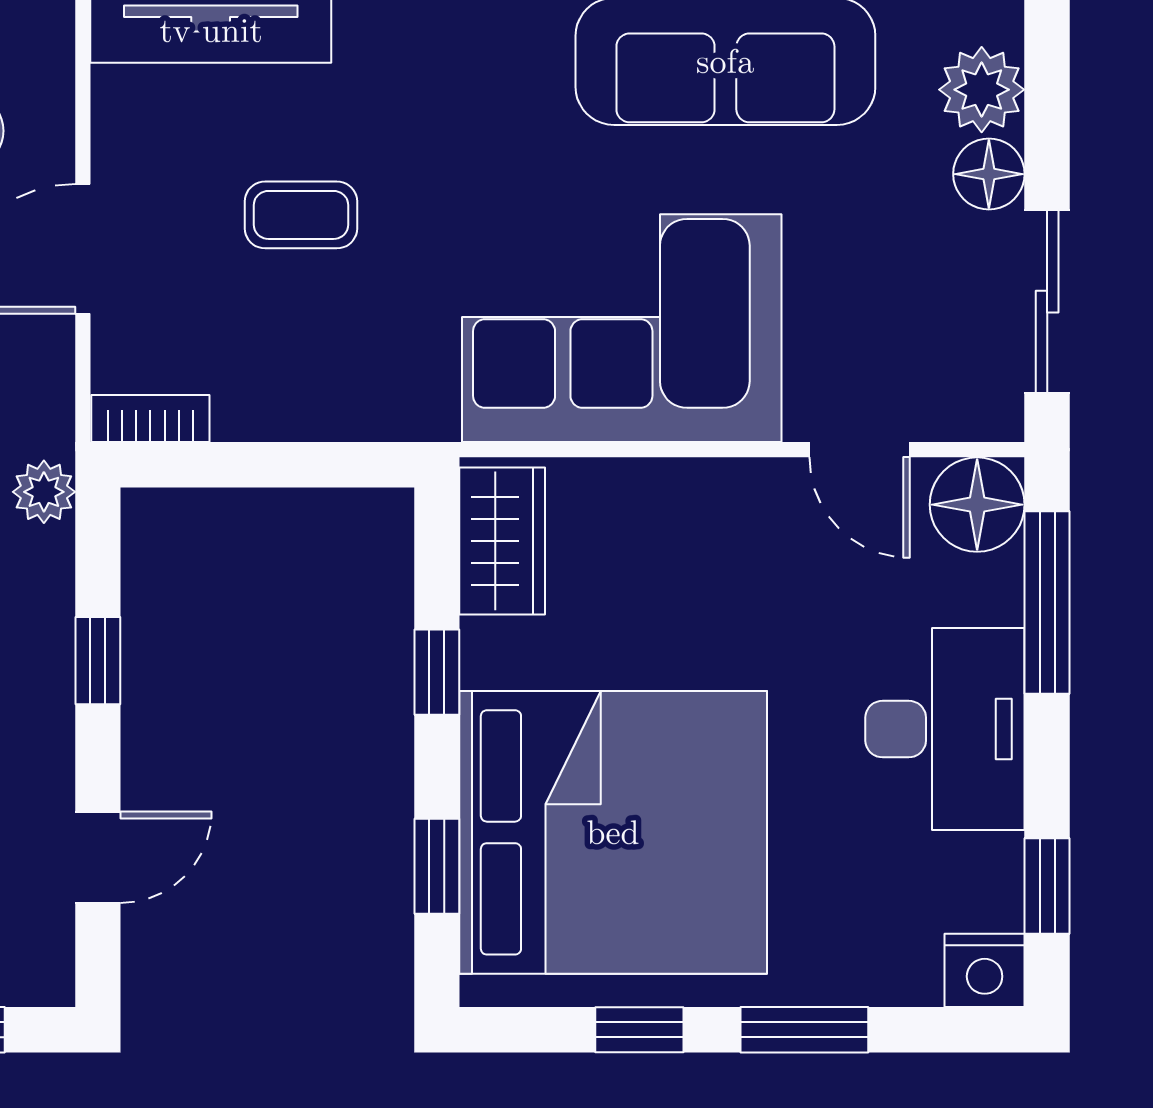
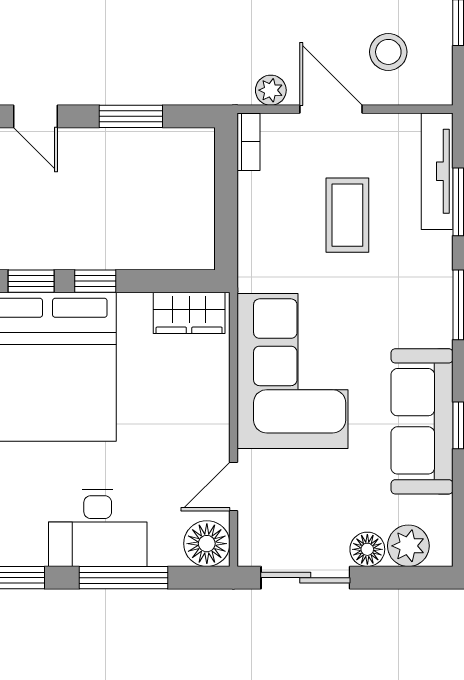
coffee table: (301, 215) -> (347, 215), width x1.36, depth x1.30
plant: (44, 492) -> (271, 90), moved
window: (1047, 603) -> (124, 578), moved
window: (98, 661) -> (131, 116), width x1.50
window: (437, 672) -> (95, 281), moved

